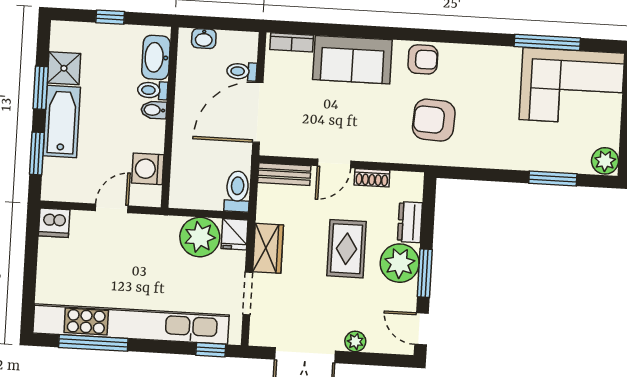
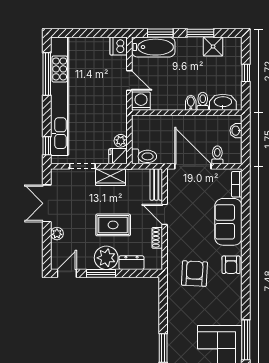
bathtub: (62, 121) -> (153, 47), moved
washing machine: (148, 169) -> (141, 101), moved
plant: (200, 237) -> (121, 141), width x0.53, depth x0.53

